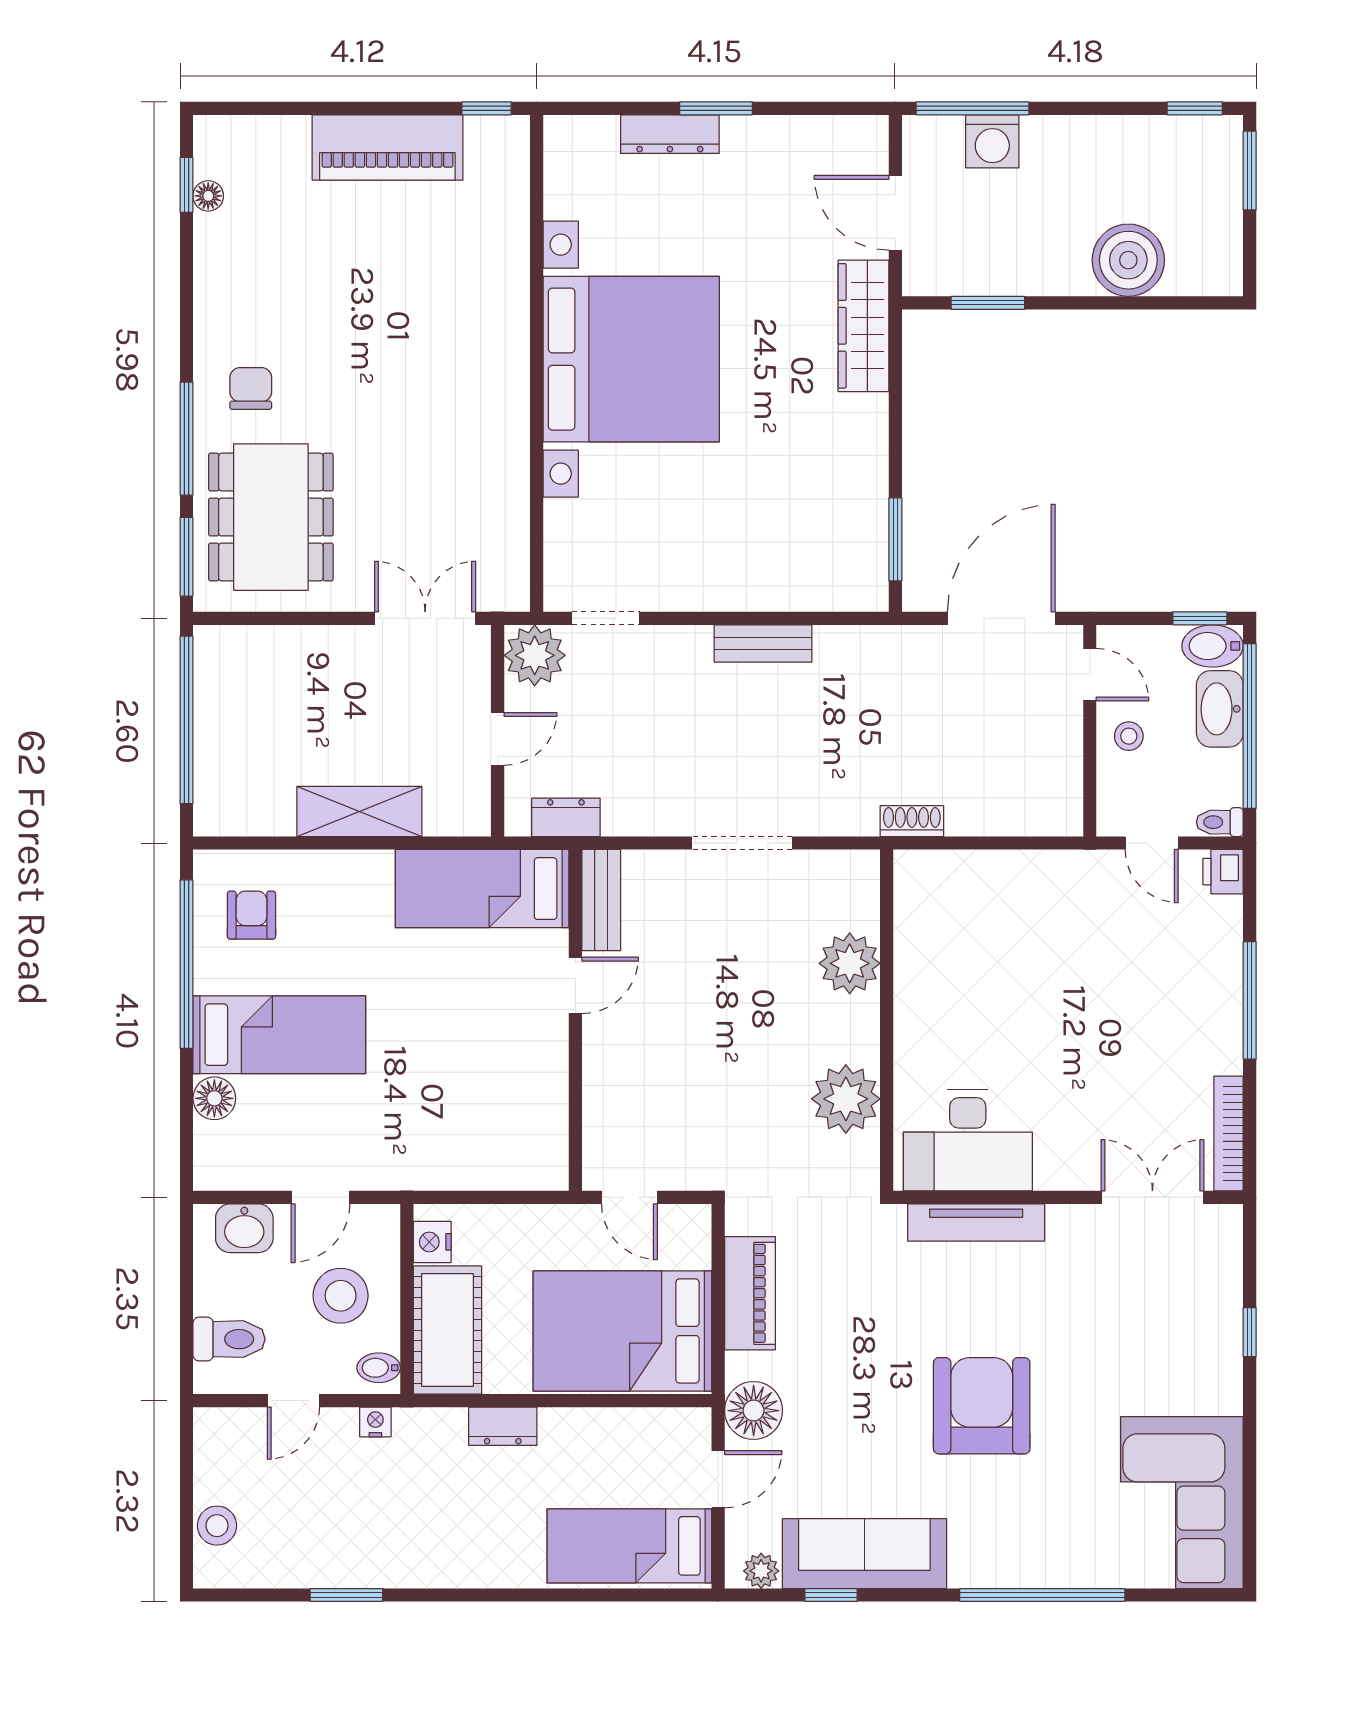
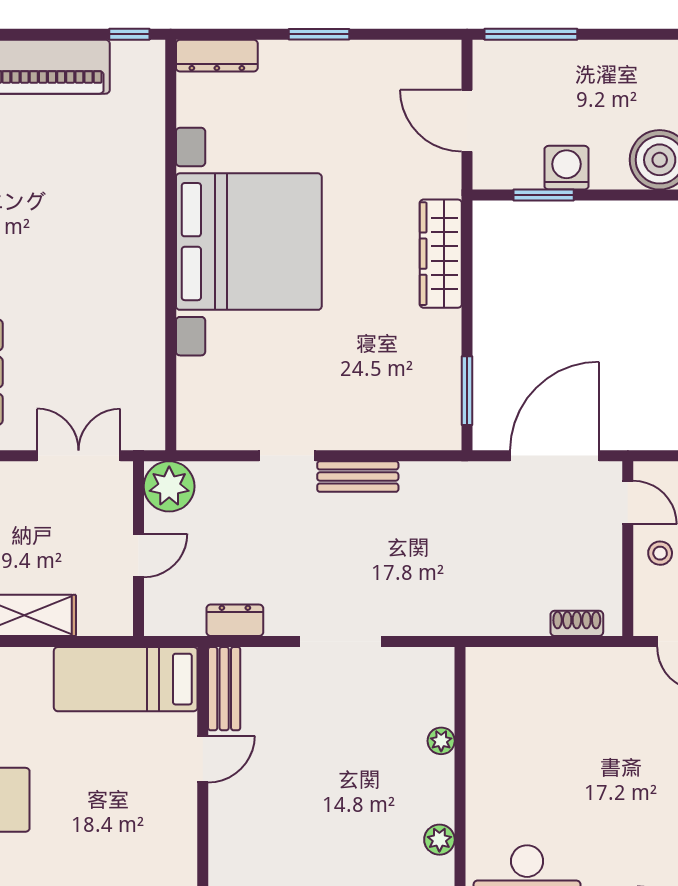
dresser: (670, 134) -> (217, 56), moved
washing machine: (992, 141) -> (567, 168), moved, turned 180
wardrobe: (863, 326) -> (441, 254), moved
doorway: (606, 618) -> (287, 456), moved
dresser: (566, 817) -> (235, 620), moved
shoe rack: (912, 821) -> (577, 623), moved
plant: (850, 963) -> (441, 741), width x0.53, depth x0.53
plant: (846, 1099) -> (439, 840), width x0.53, depth x0.53

